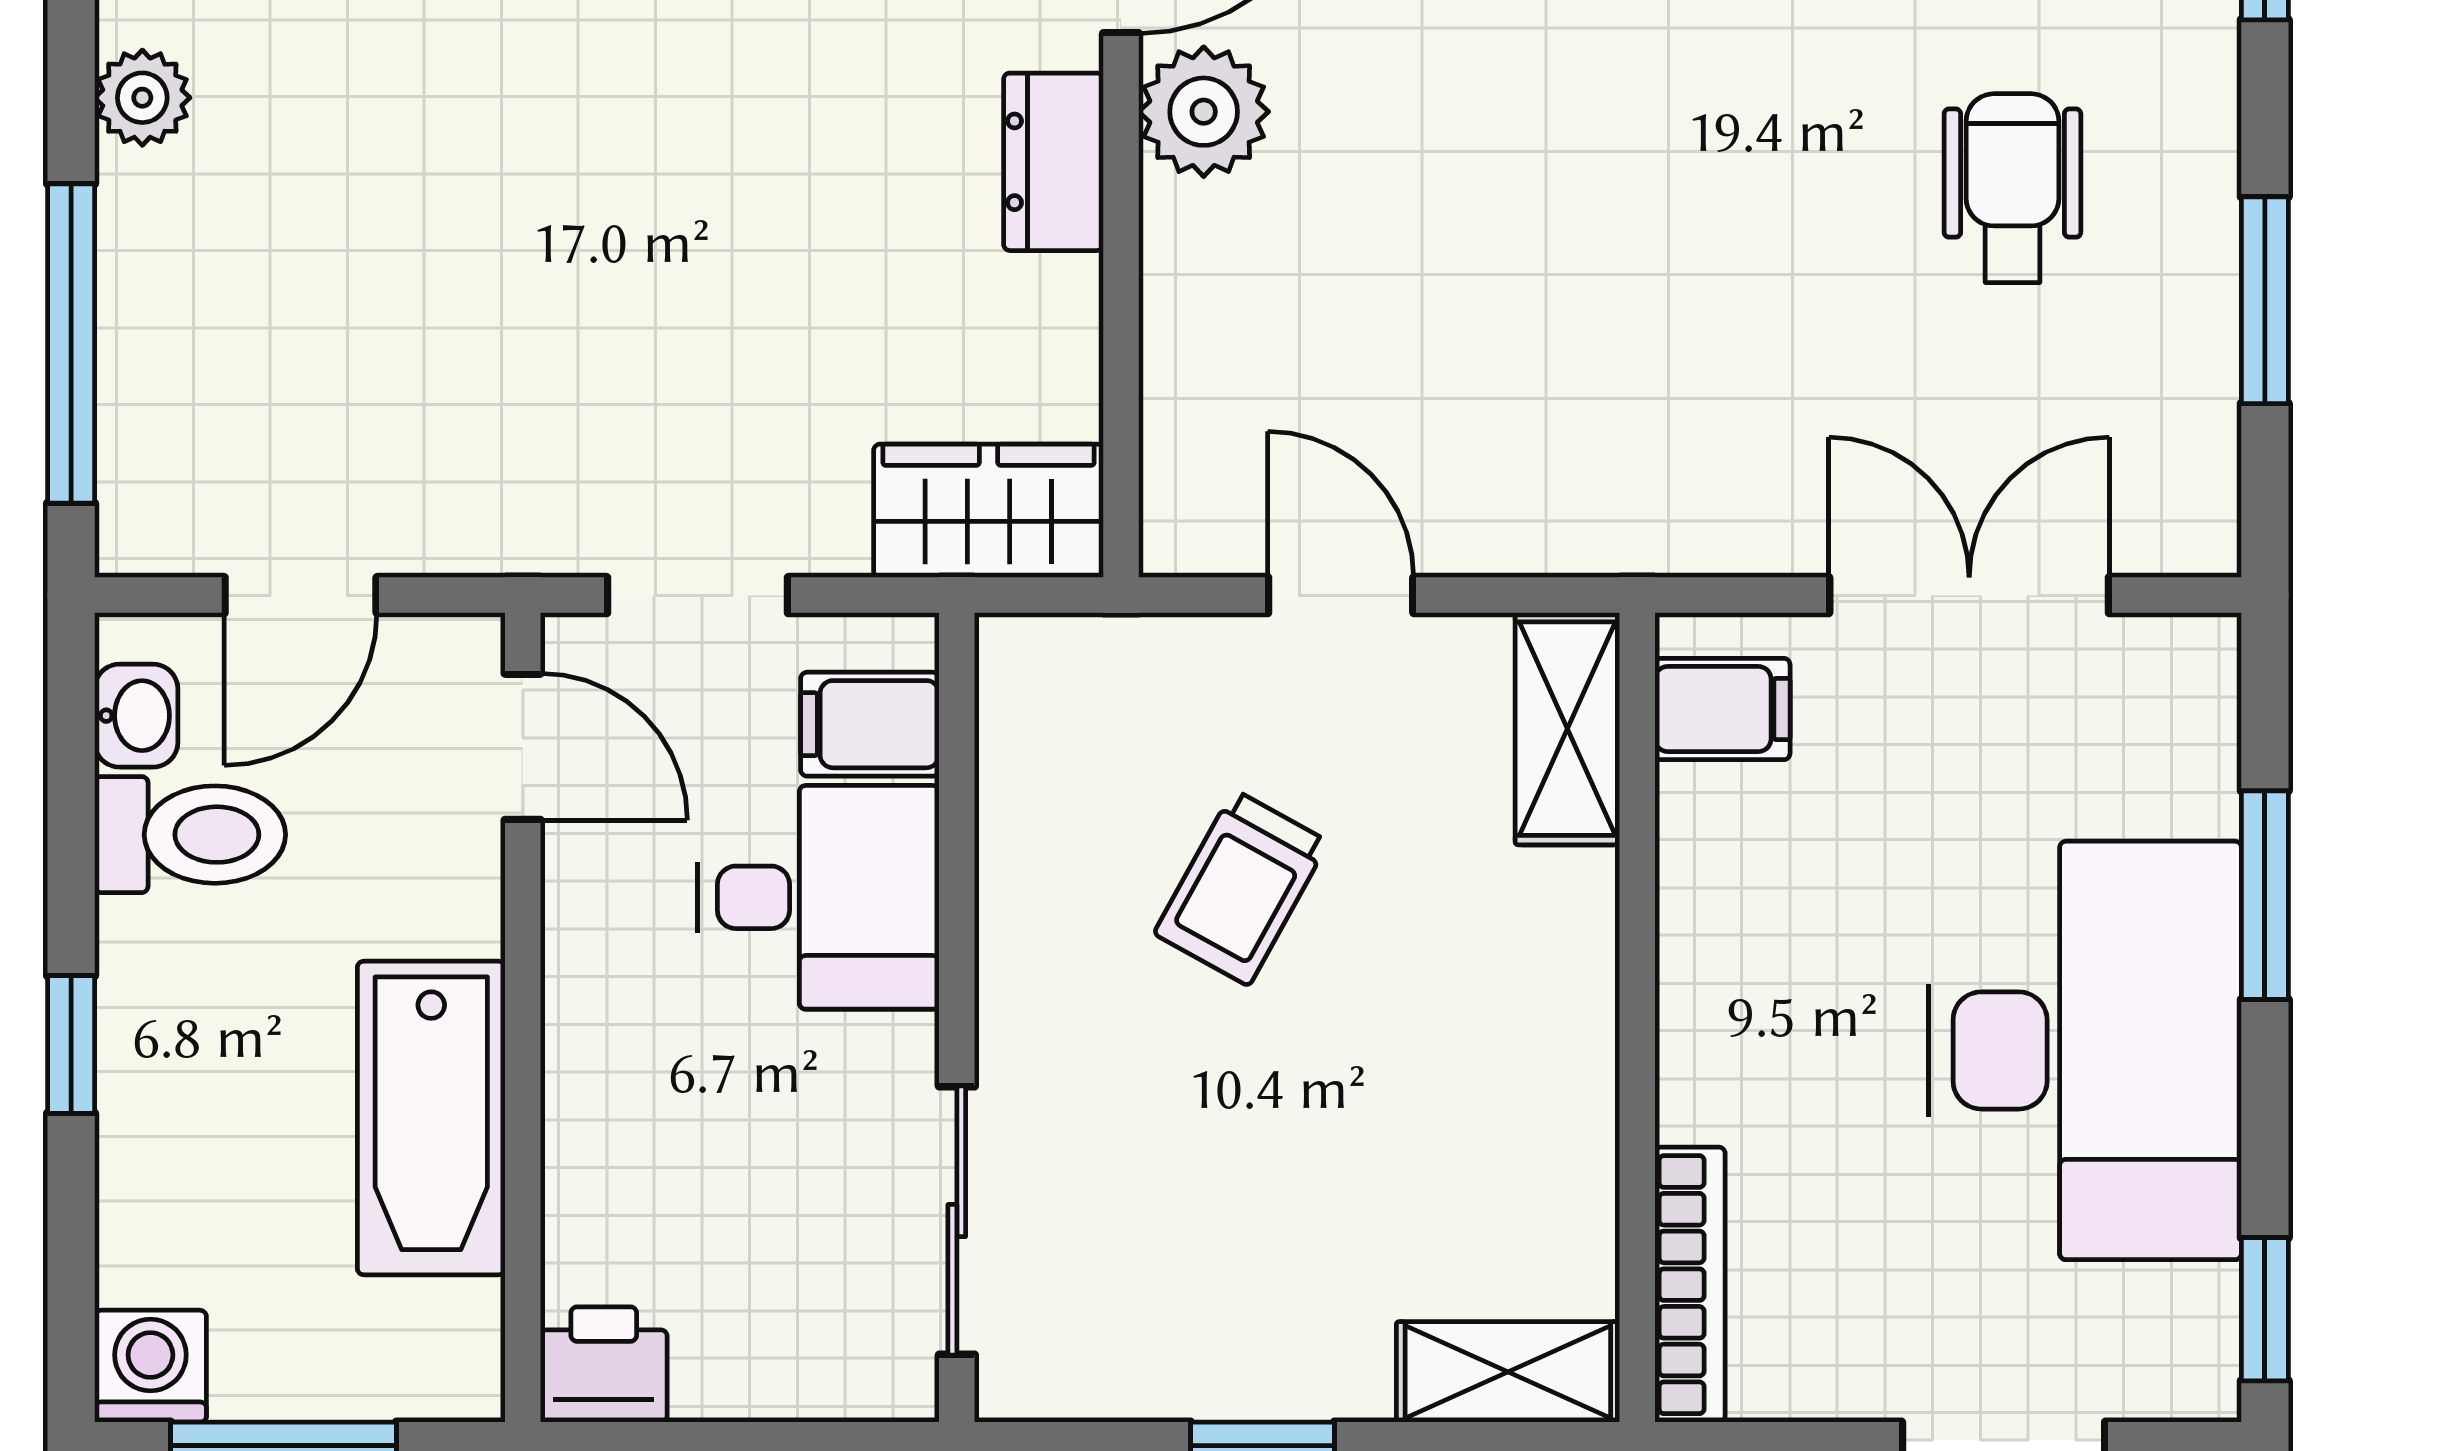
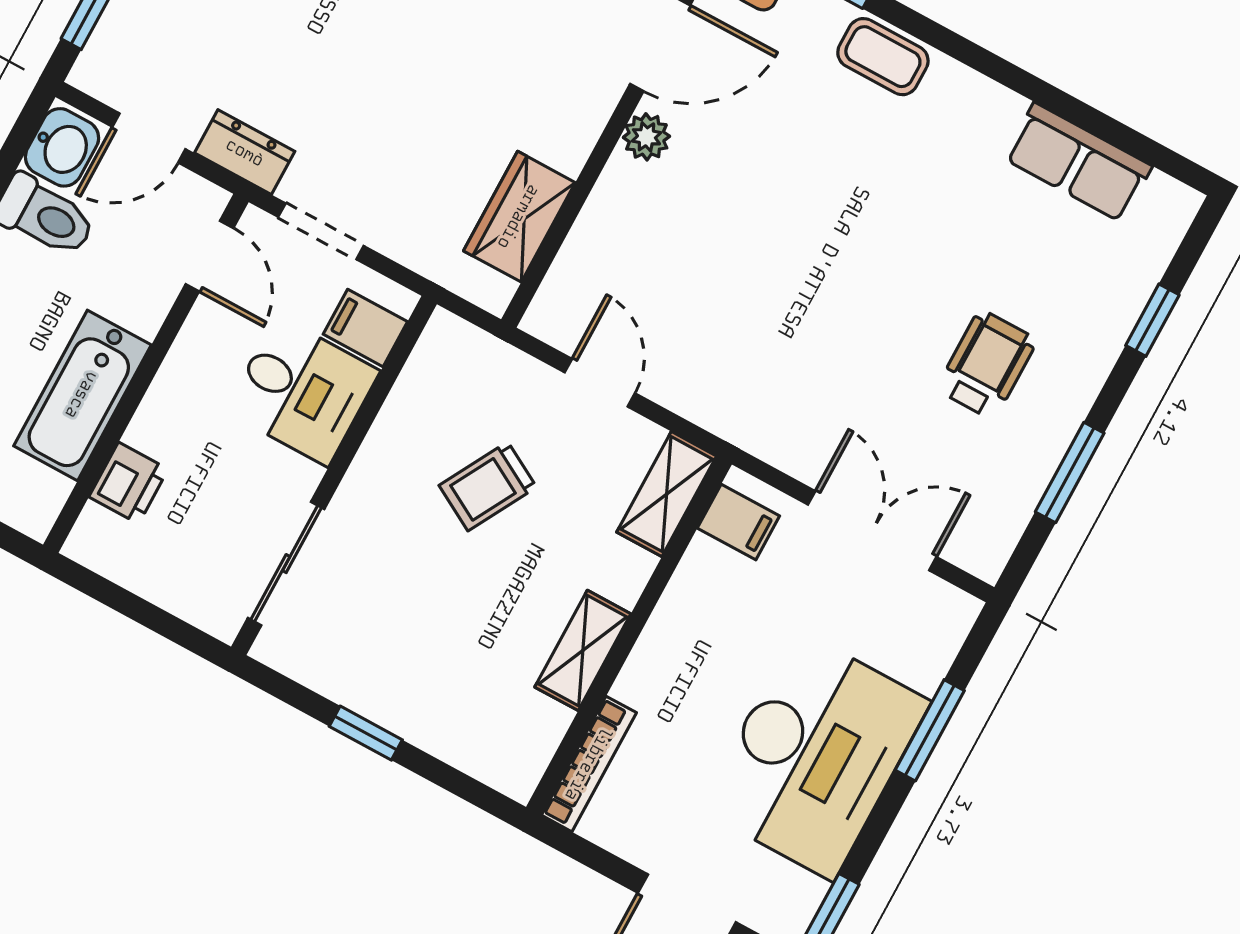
plant: (1204, 112) -> (646, 137), width x0.73, depth x0.73
dresser: (1053, 162) -> (245, 152), moved, turned 90
wardrobe: (989, 511) -> (519, 217), moved, turned -90
washbasin: (136, 716) -> (62, 147), width x1.38, depth x1.45
printer: (604, 1364) -> (129, 483), moved, turned 90
shelving: (1508, 1372) -> (583, 650), moved, turned 90

